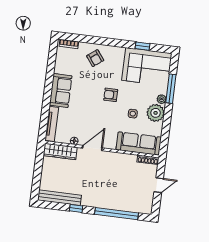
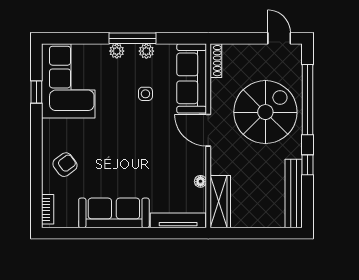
window: (171, 89) -> (132, 38), moved
sofa: (61, 91) -> (114, 213), width x1.36
armchair: (111, 95) -> (120, 133), removed
plant: (156, 113) -> (146, 51), width x0.53, depth x0.53
door: (92, 148) -> (208, 130), moved
door: (159, 185) -> (279, 38), moved
spiral stairs: (112, 187) -> (265, 112), added

